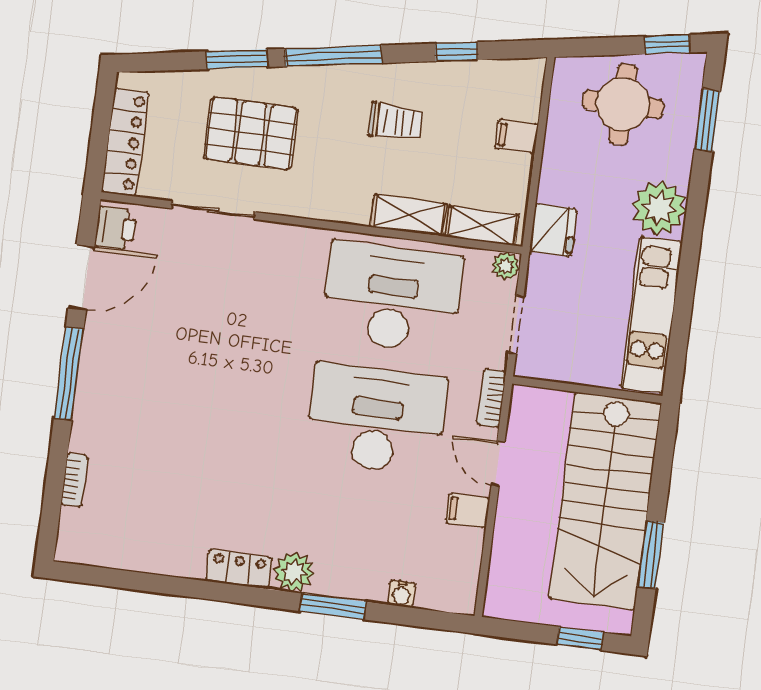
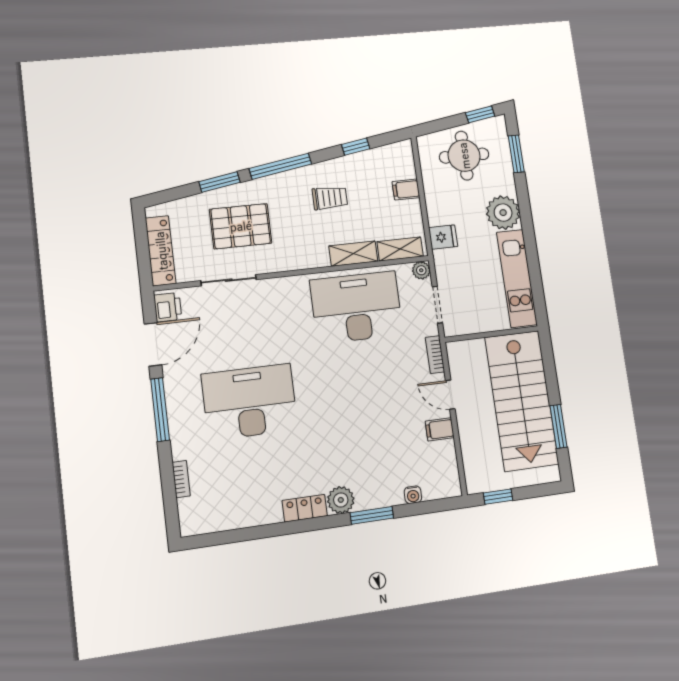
fridge: (553, 230) -> (443, 237), width x0.72
desk: (376, 419) -> (250, 402), moved
window: (580, 638) -> (498, 497), moved

